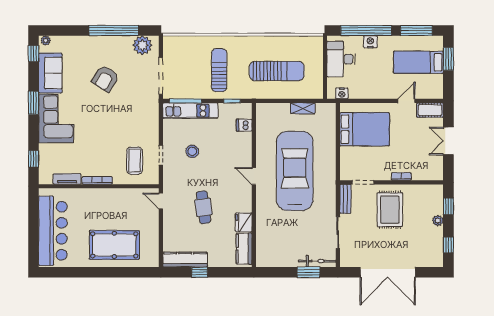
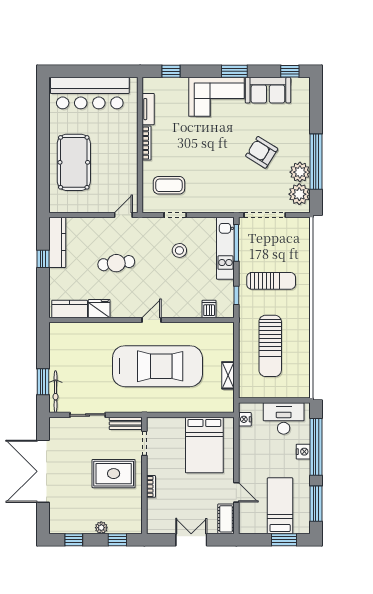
plant: (46, 40) -> (300, 172), moved, width x1.88, depth x1.88

